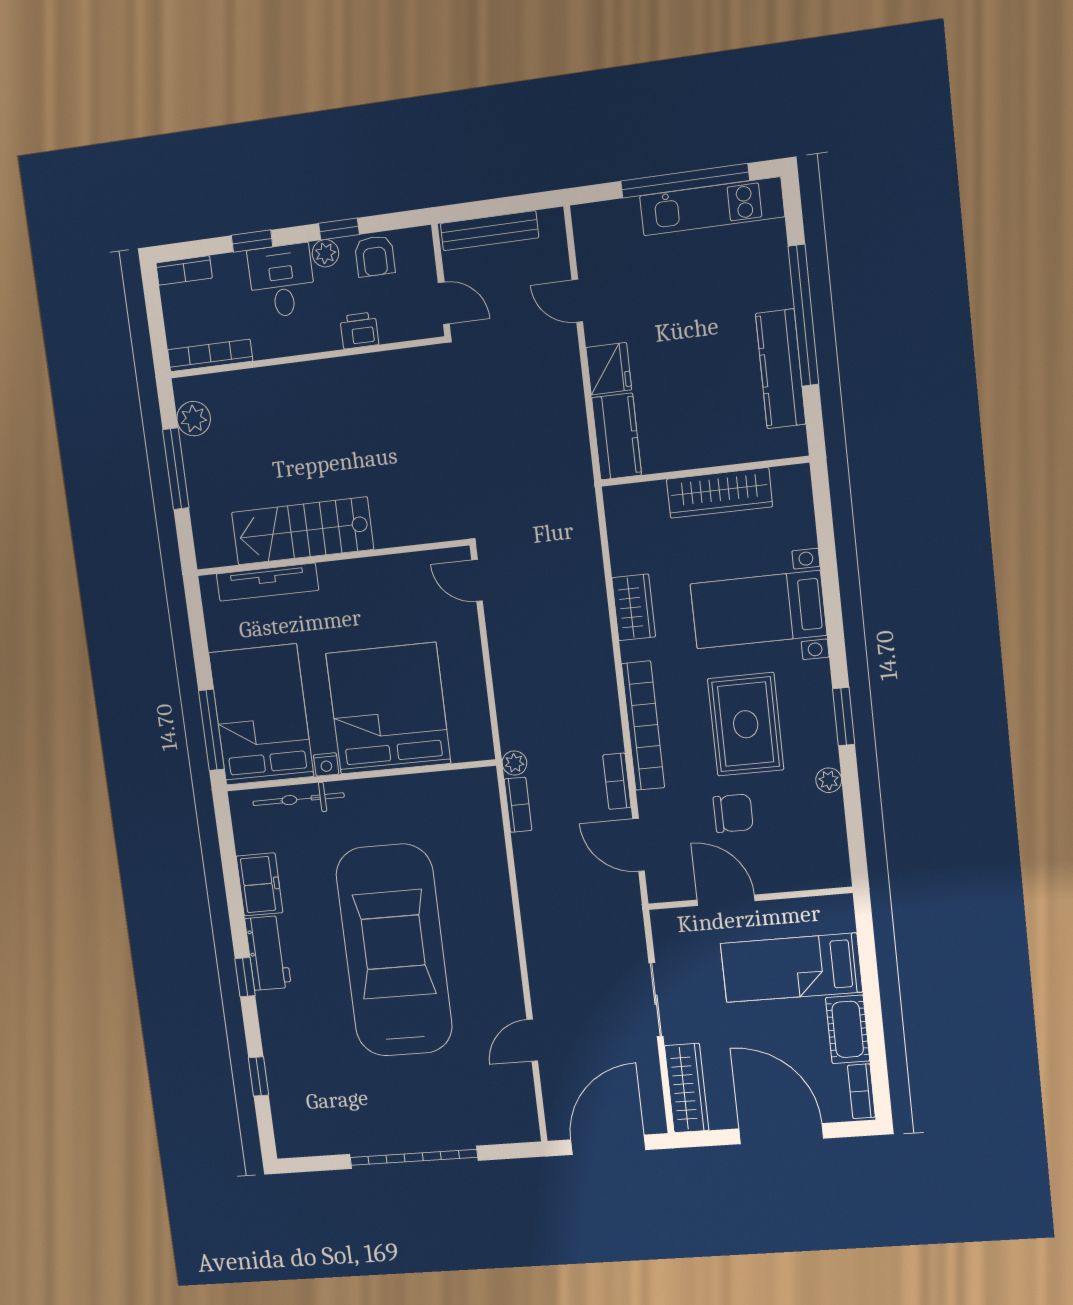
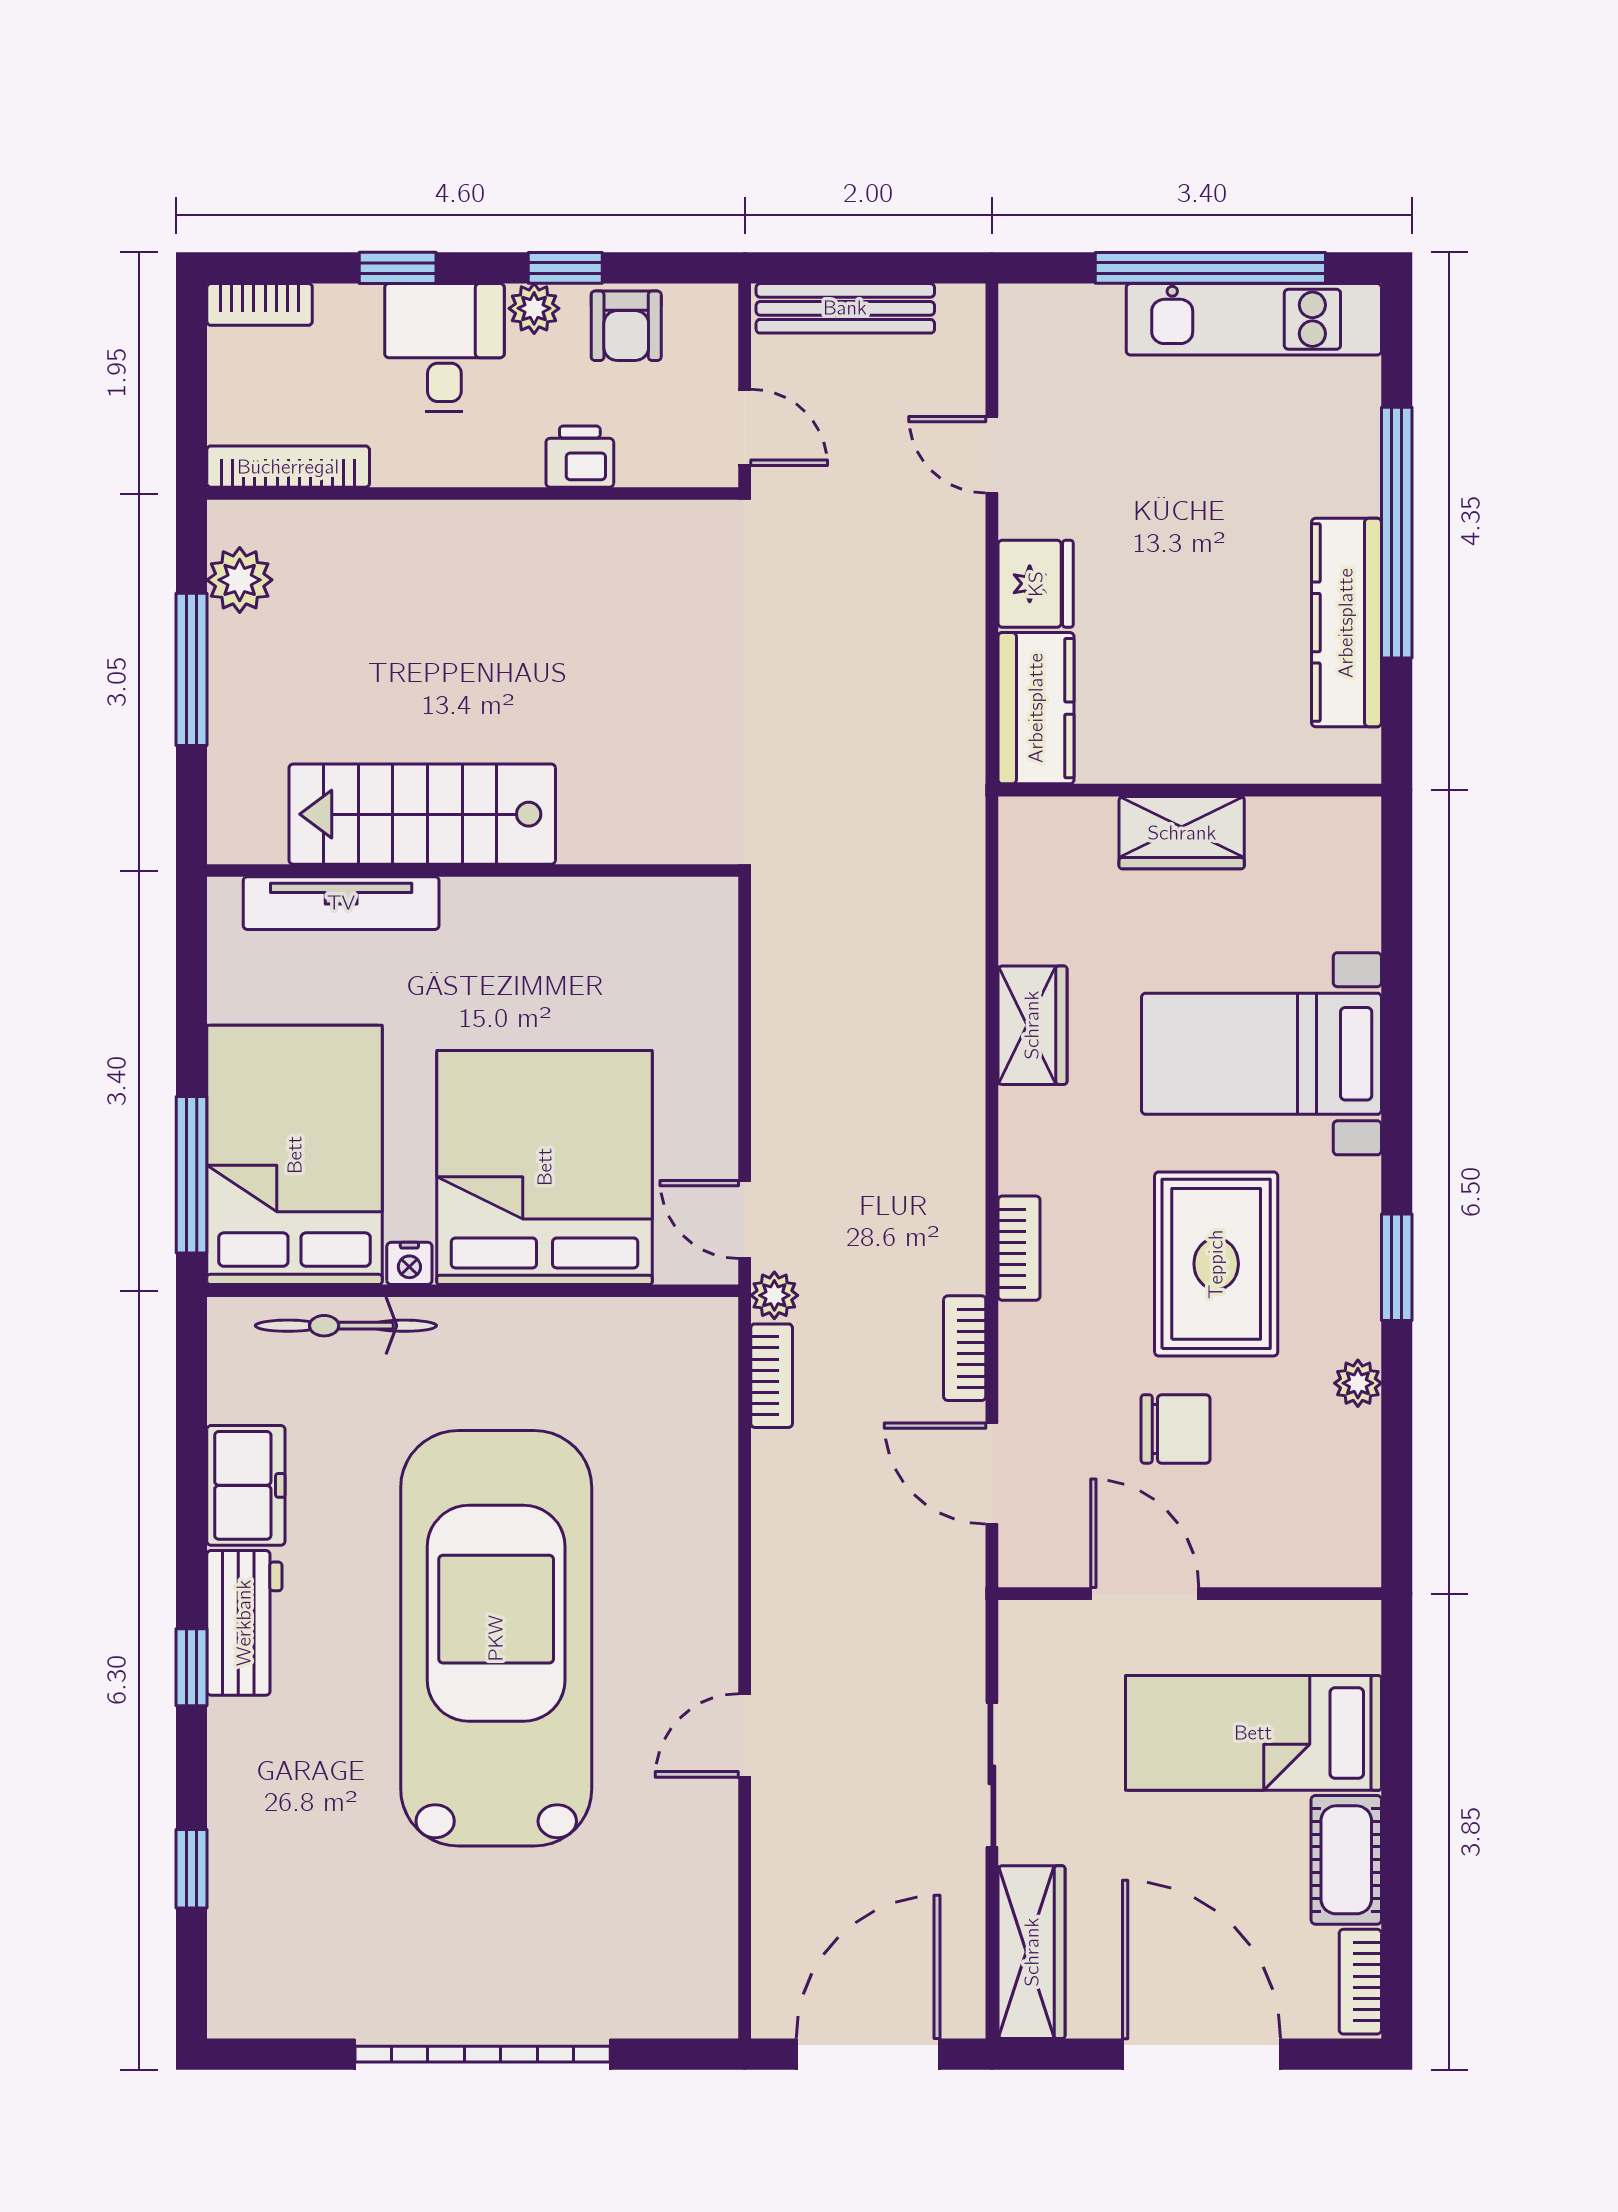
wardrobe: (719, 493) -> (1182, 833), width x0.67
door: (477, 580) -> (745, 1220), moved
bookcase: (643, 726) -> (1019, 1248), width x0.43, depth x0.76
door: (532, 1040) -> (745, 1736), moved

